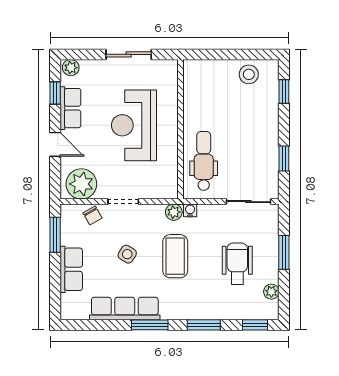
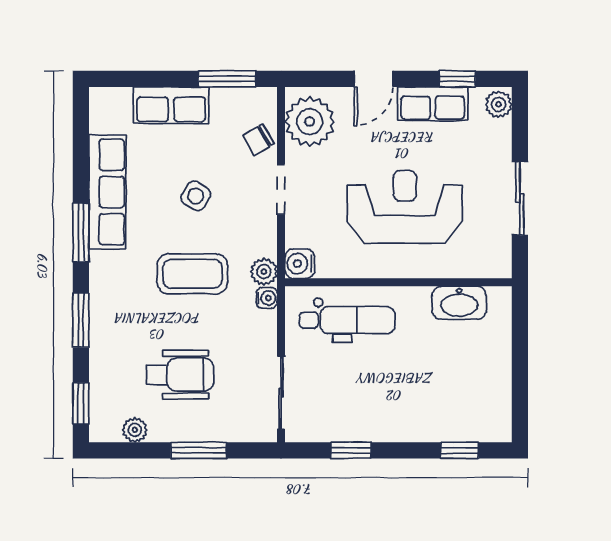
stool: (249, 74) -> (488, 393), removed
washbasin: (193, 92) -> (459, 303), added
water cooler: (169, 190) -> (300, 264), added

